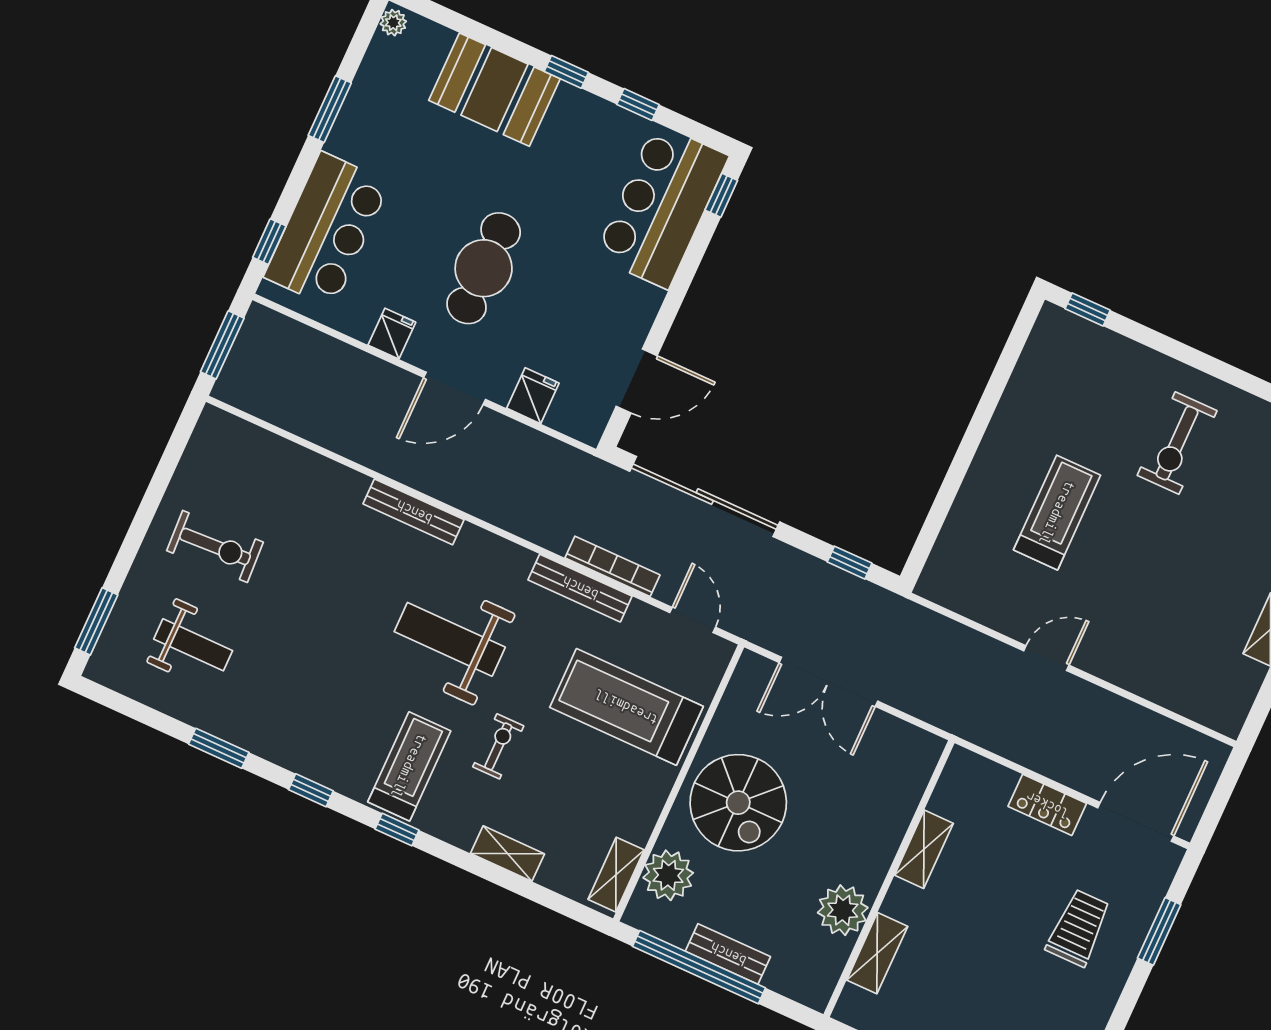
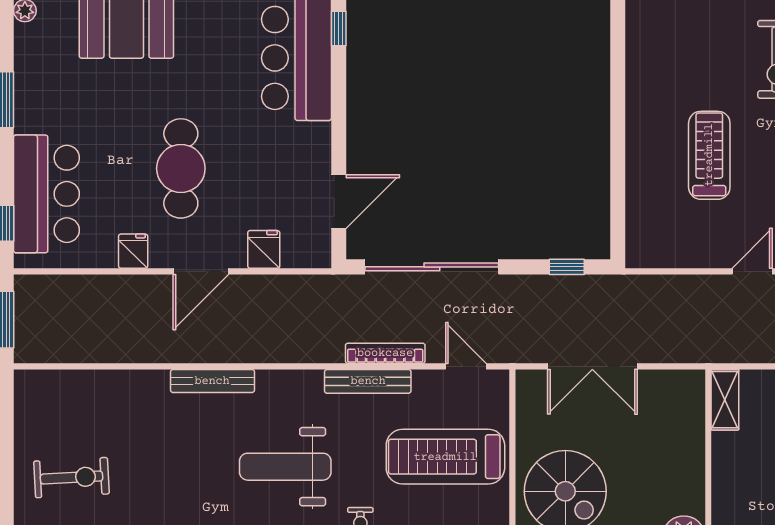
shelving: (924, 849) -> (725, 400), moved

